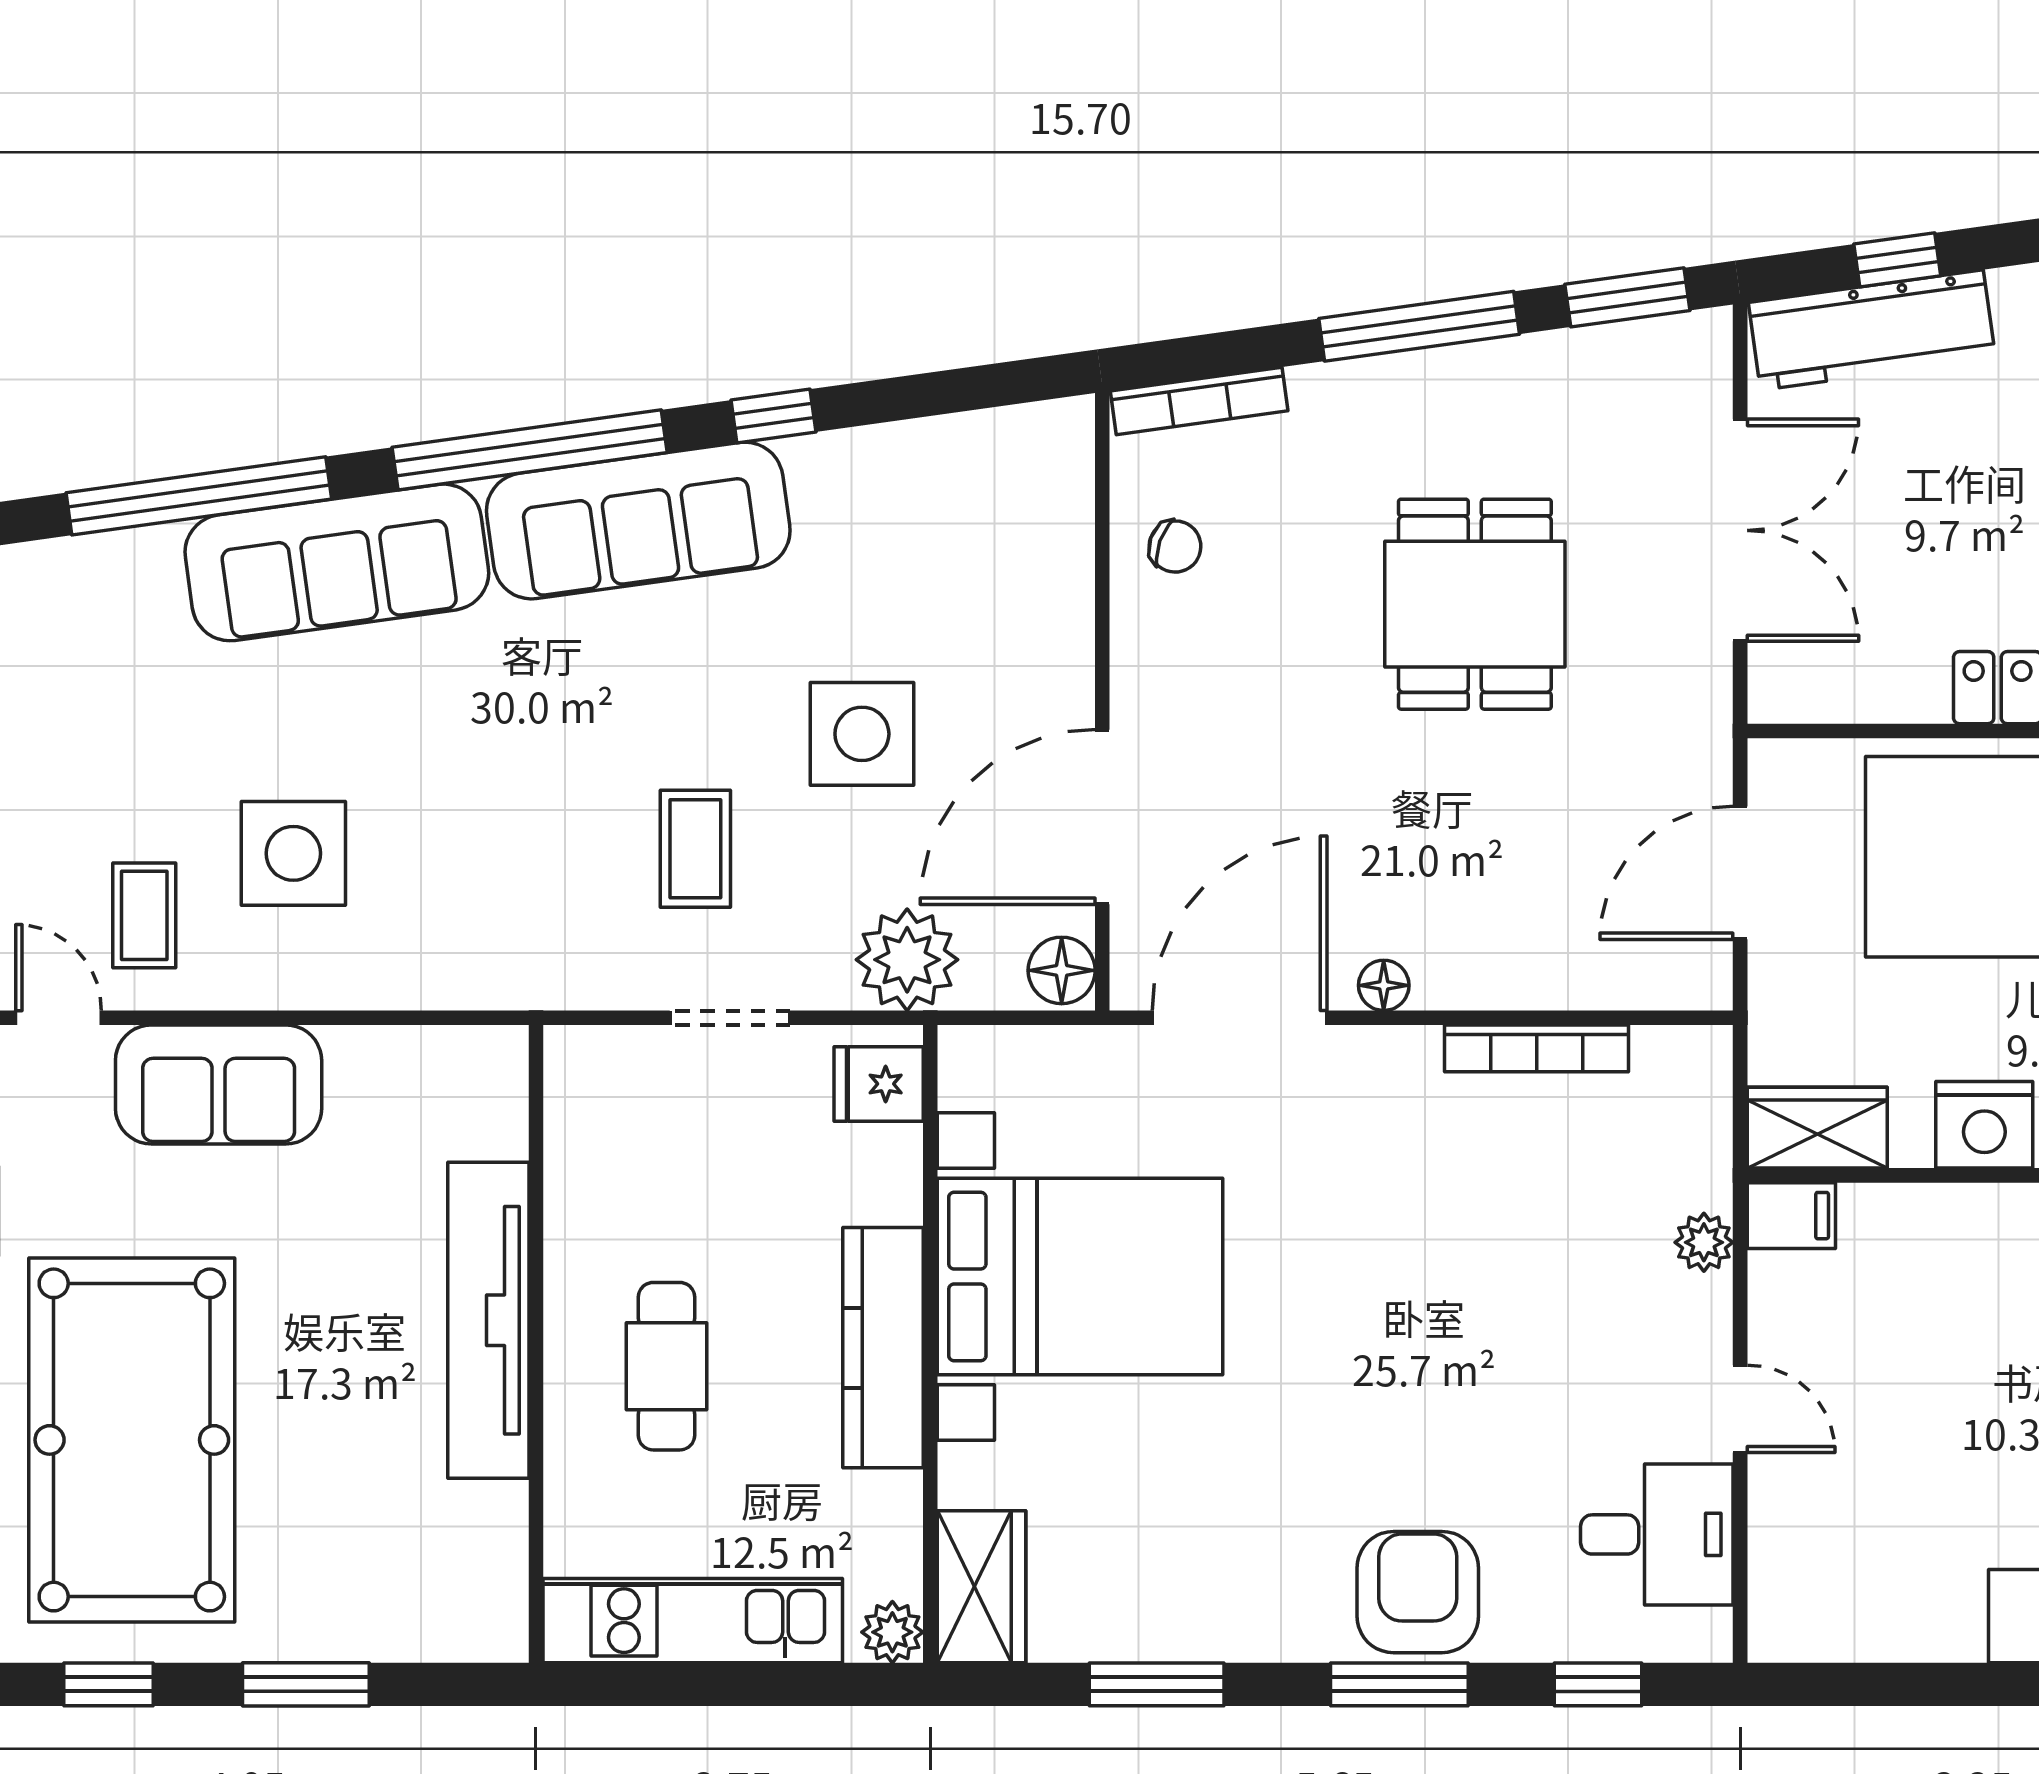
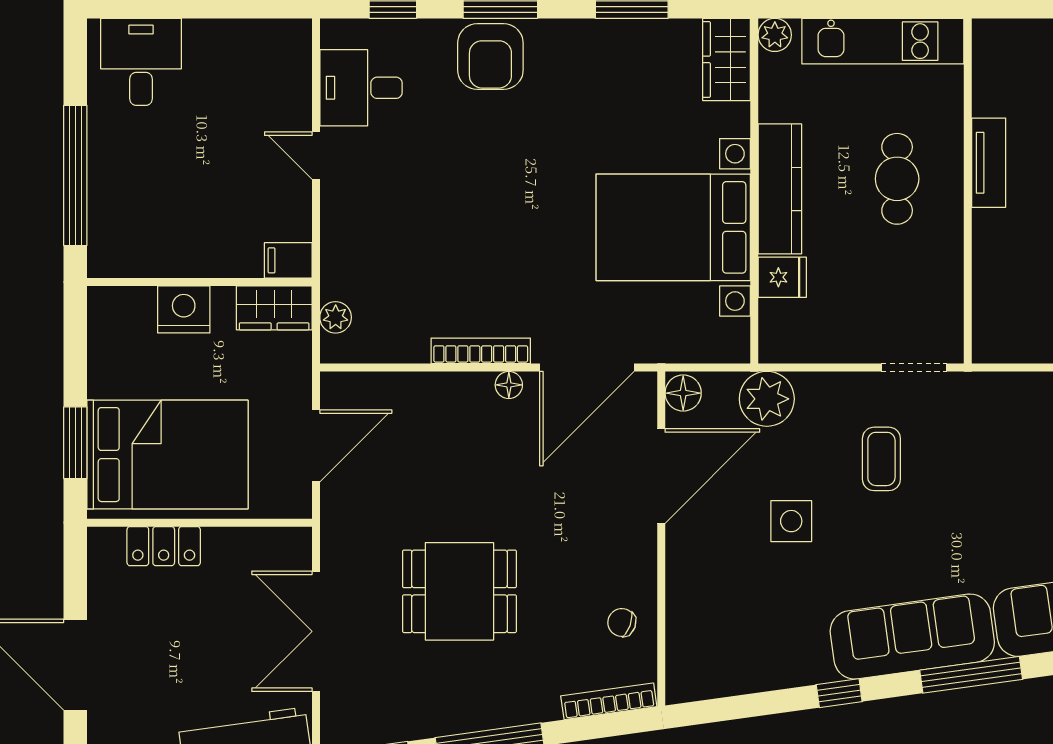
window: (530, 450) -> (971, 675), width x0.68
dining table: (1475, 604) -> (459, 591), turned 90
side table: (862, 734) -> (791, 521), width x0.73, depth x0.73
doorway: (730, 1018) -> (914, 367), moved
bookcase: (1537, 1048) -> (481, 351), moved
fridge: (879, 1084) -> (782, 277), moved
plant: (1704, 1242) -> (336, 317), moved
tv unit: (488, 1320) -> (989, 163), width x0.52, depth x0.78

